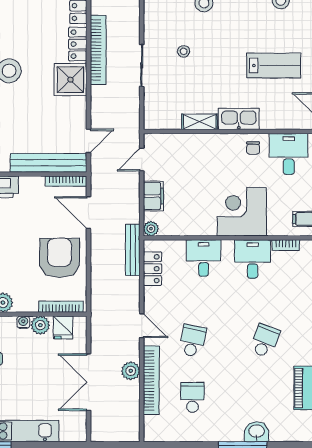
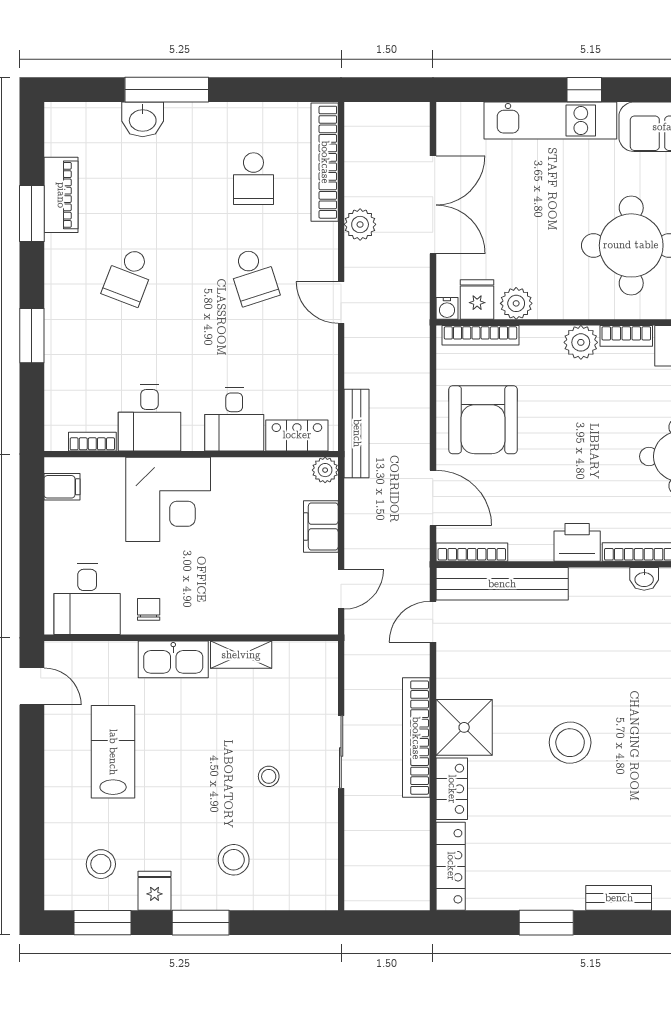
bookcase: (98, 50) -> (416, 738), moved
lab bench: (274, 65) -> (113, 752), turned 90
locker: (152, 269) -> (297, 435), moved, turned 90
water cooler: (23, 322) -> (447, 308), moved
school desk: (192, 341) -> (253, 276), turned -30
bookcase: (151, 380) -> (325, 162), moved

